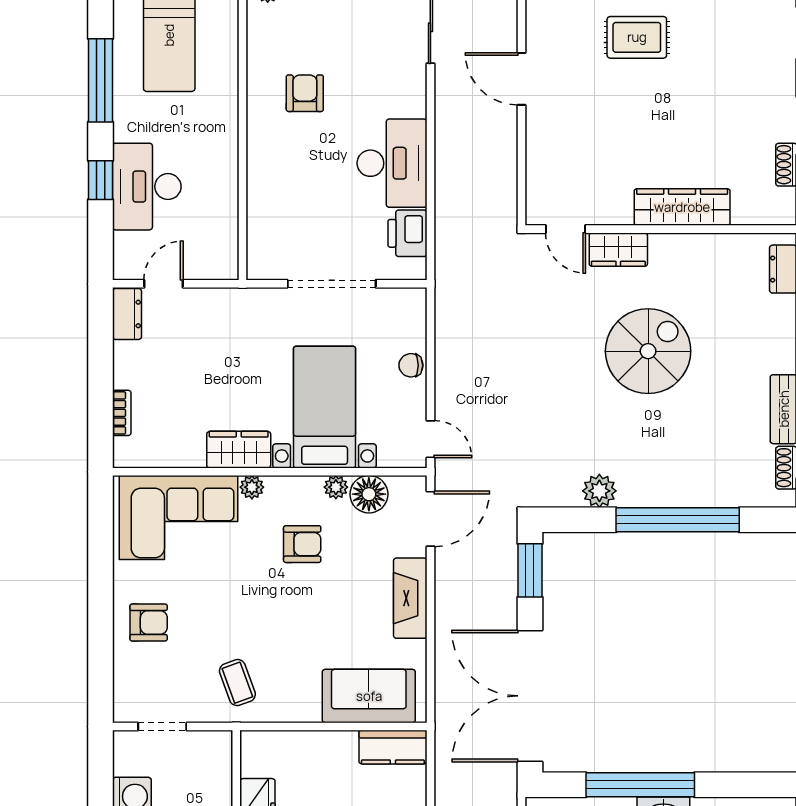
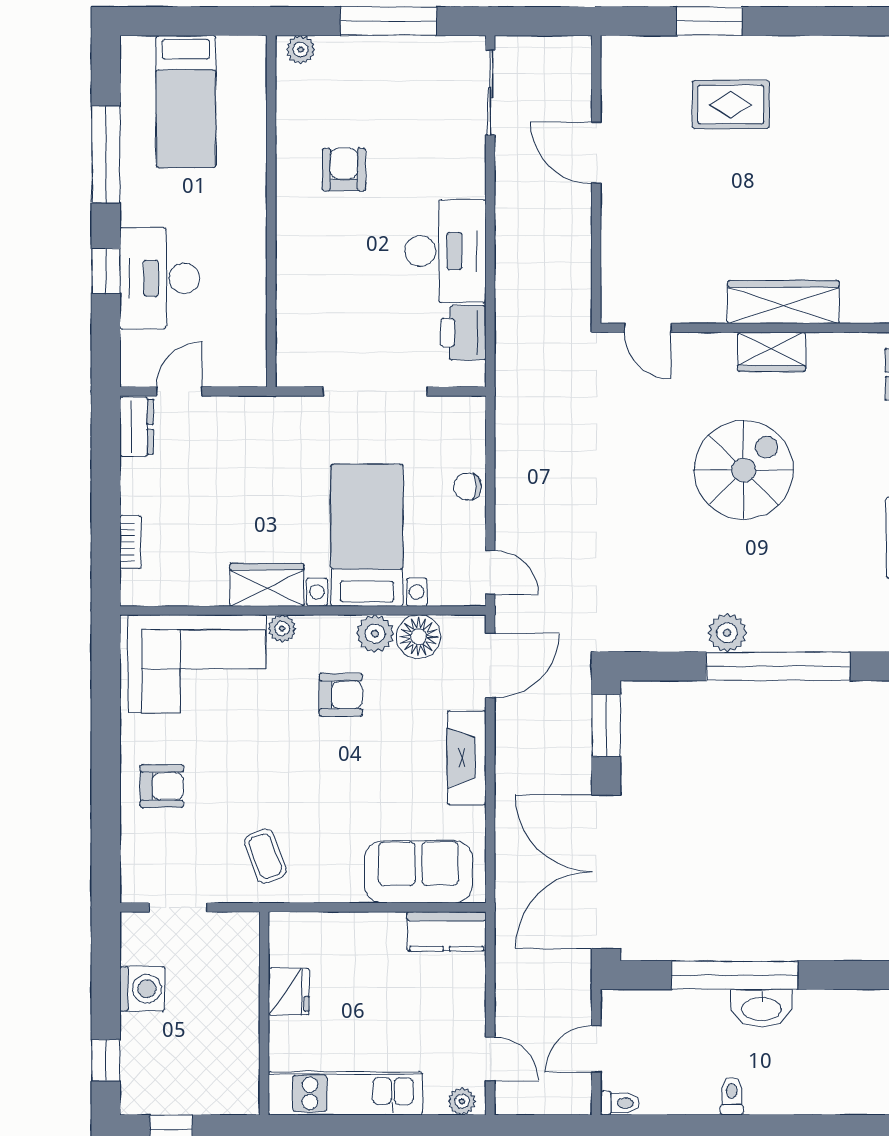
wardrobe: (618, 250) -> (772, 352), moved
plant: (336, 487) -> (375, 634), width x1.38, depth x1.38
plant: (599, 491) -> (727, 633), moved

